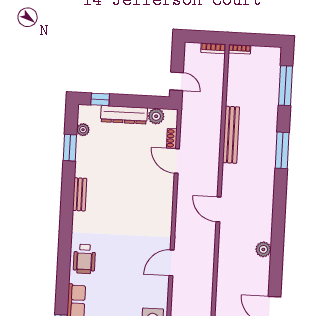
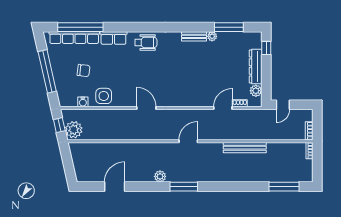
plant: (83, 130) -> (212, 36), moved
window: (70, 148) -> (229, 27), width x1.44
window: (282, 150) -> (184, 187), moved
wheelchair: (84, 259) -> (146, 42), turned 180

